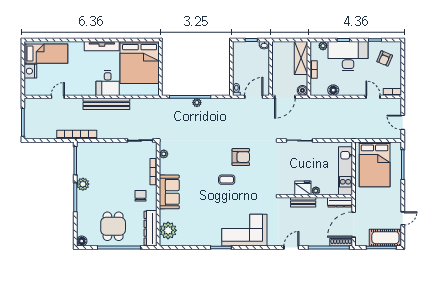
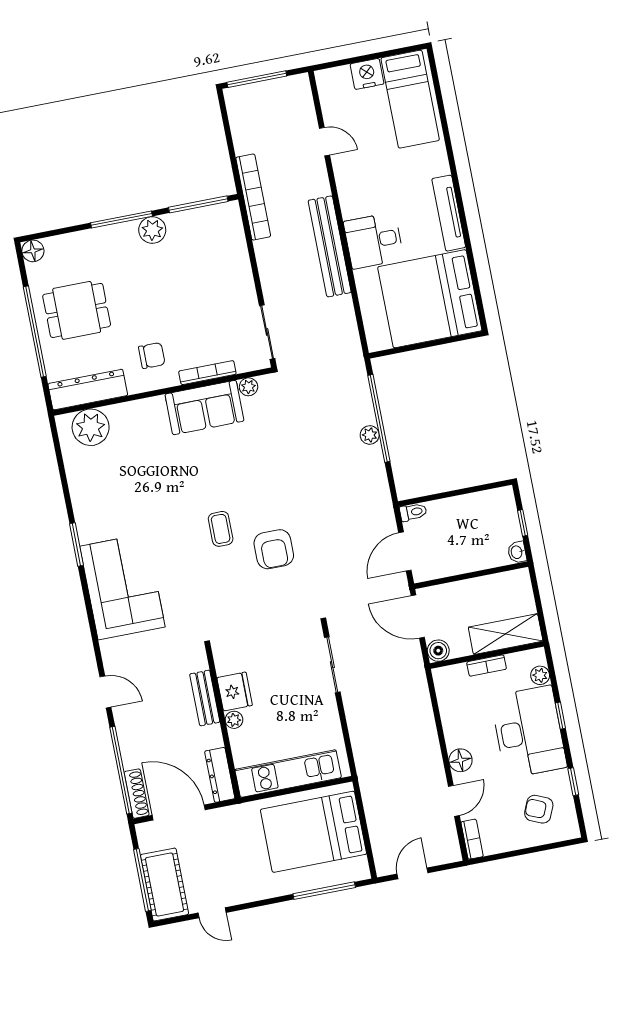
floor lamp: (333, 90) -> (460, 760), moved
door: (254, 97) -> (405, 551), swing flipped
sofa: (169, 192) -> (204, 408), moved

